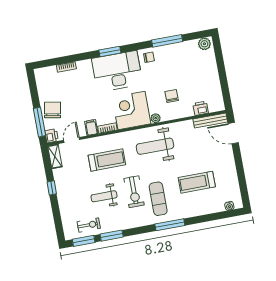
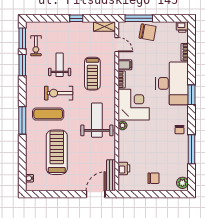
desk: (117, 71) -> (172, 83), moved
chair: (172, 96) -> (153, 178), moved
printer: (52, 136) -> (182, 27), moved
treadmill: (197, 182) -> (57, 152), width x1.37, depth x1.38

